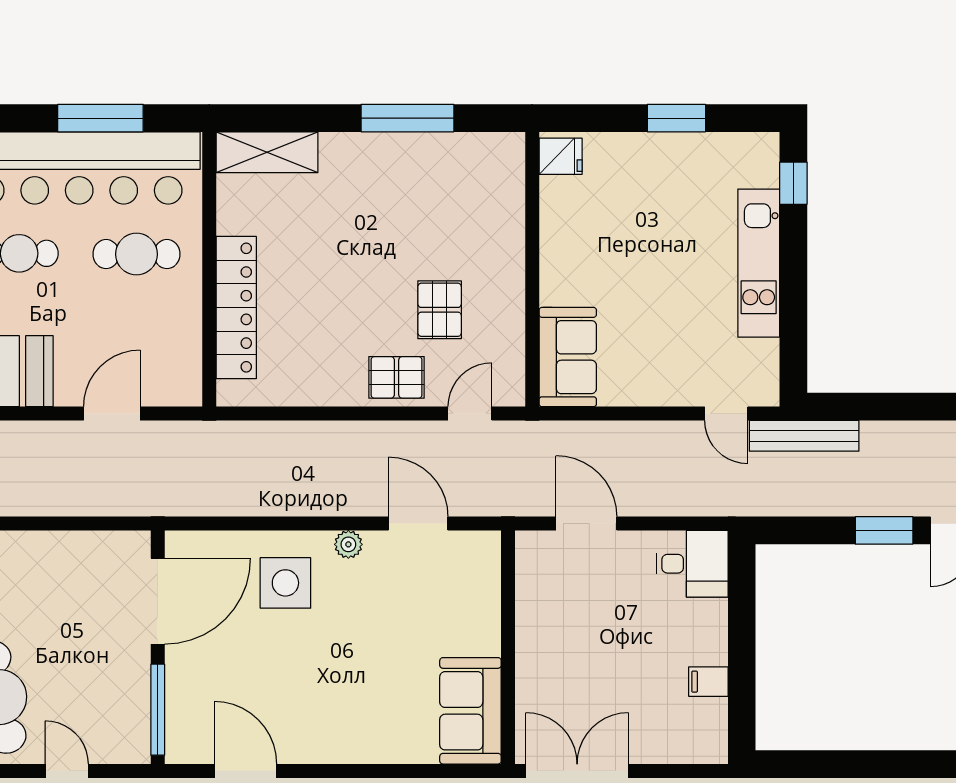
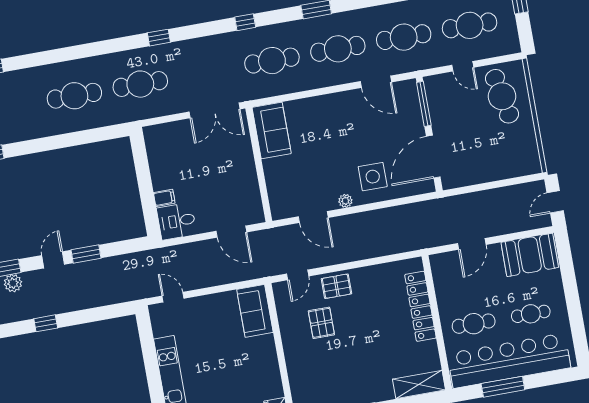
bench: (804, 436) -> (133, 293), removed
filing cabinet: (708, 682) -> (164, 198), moved

